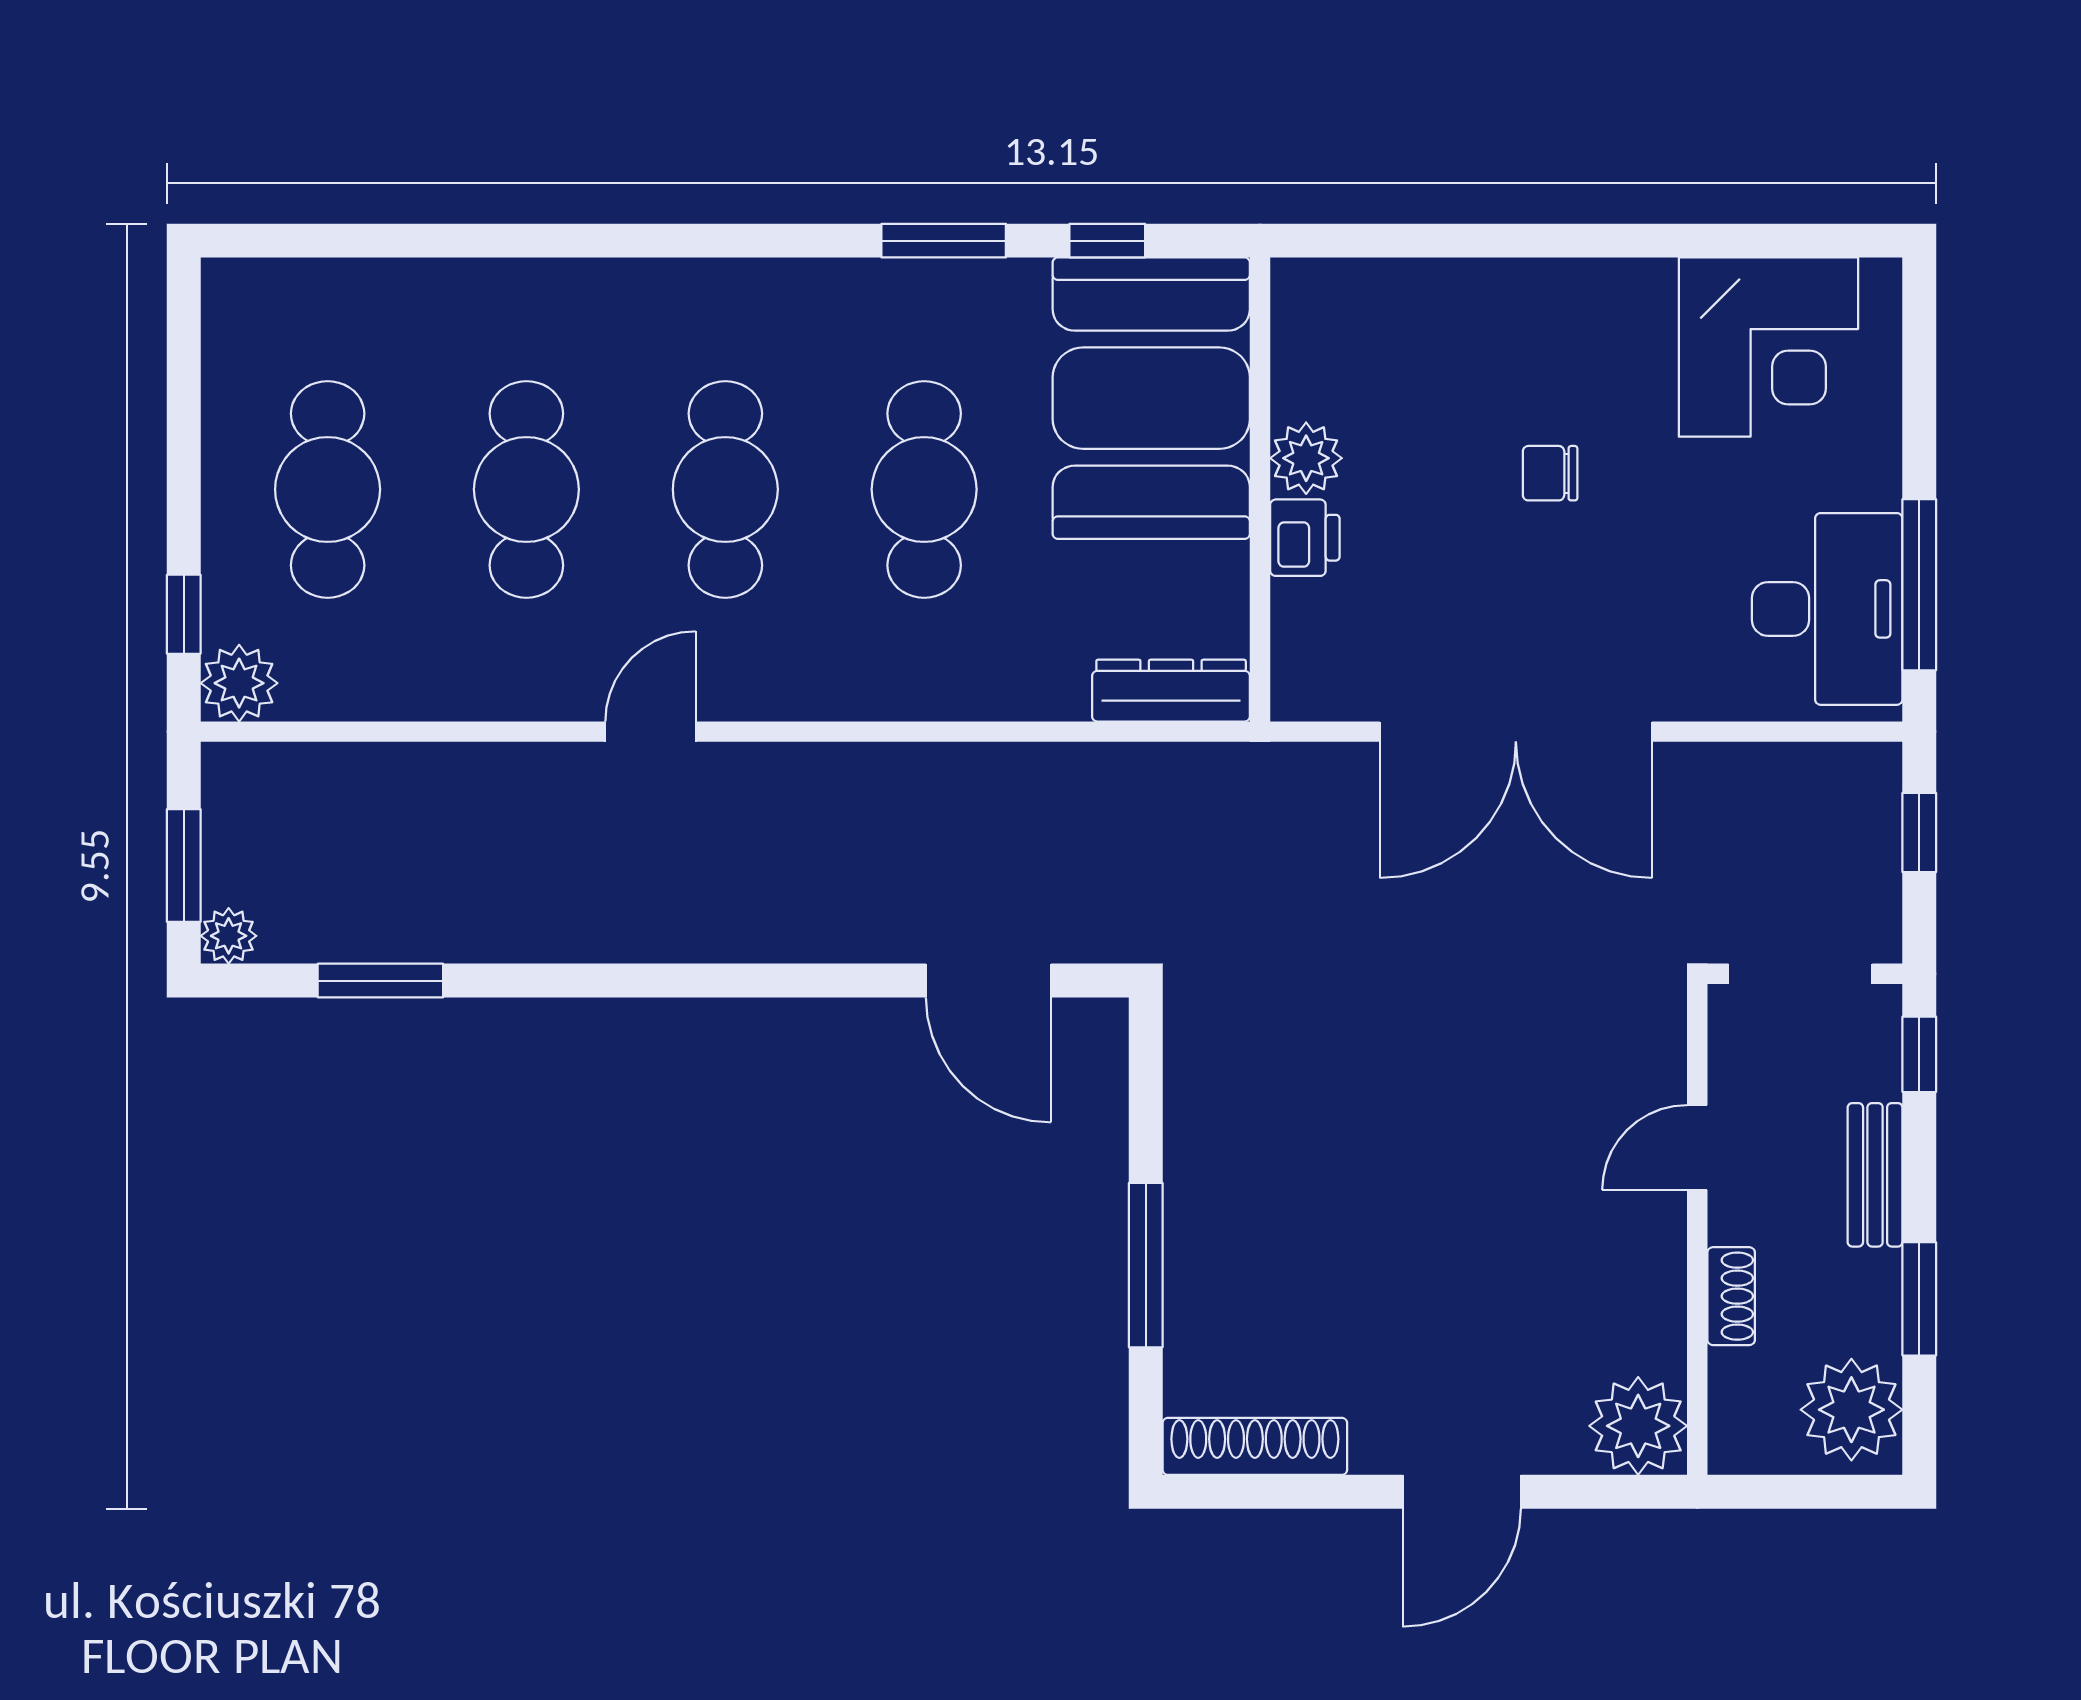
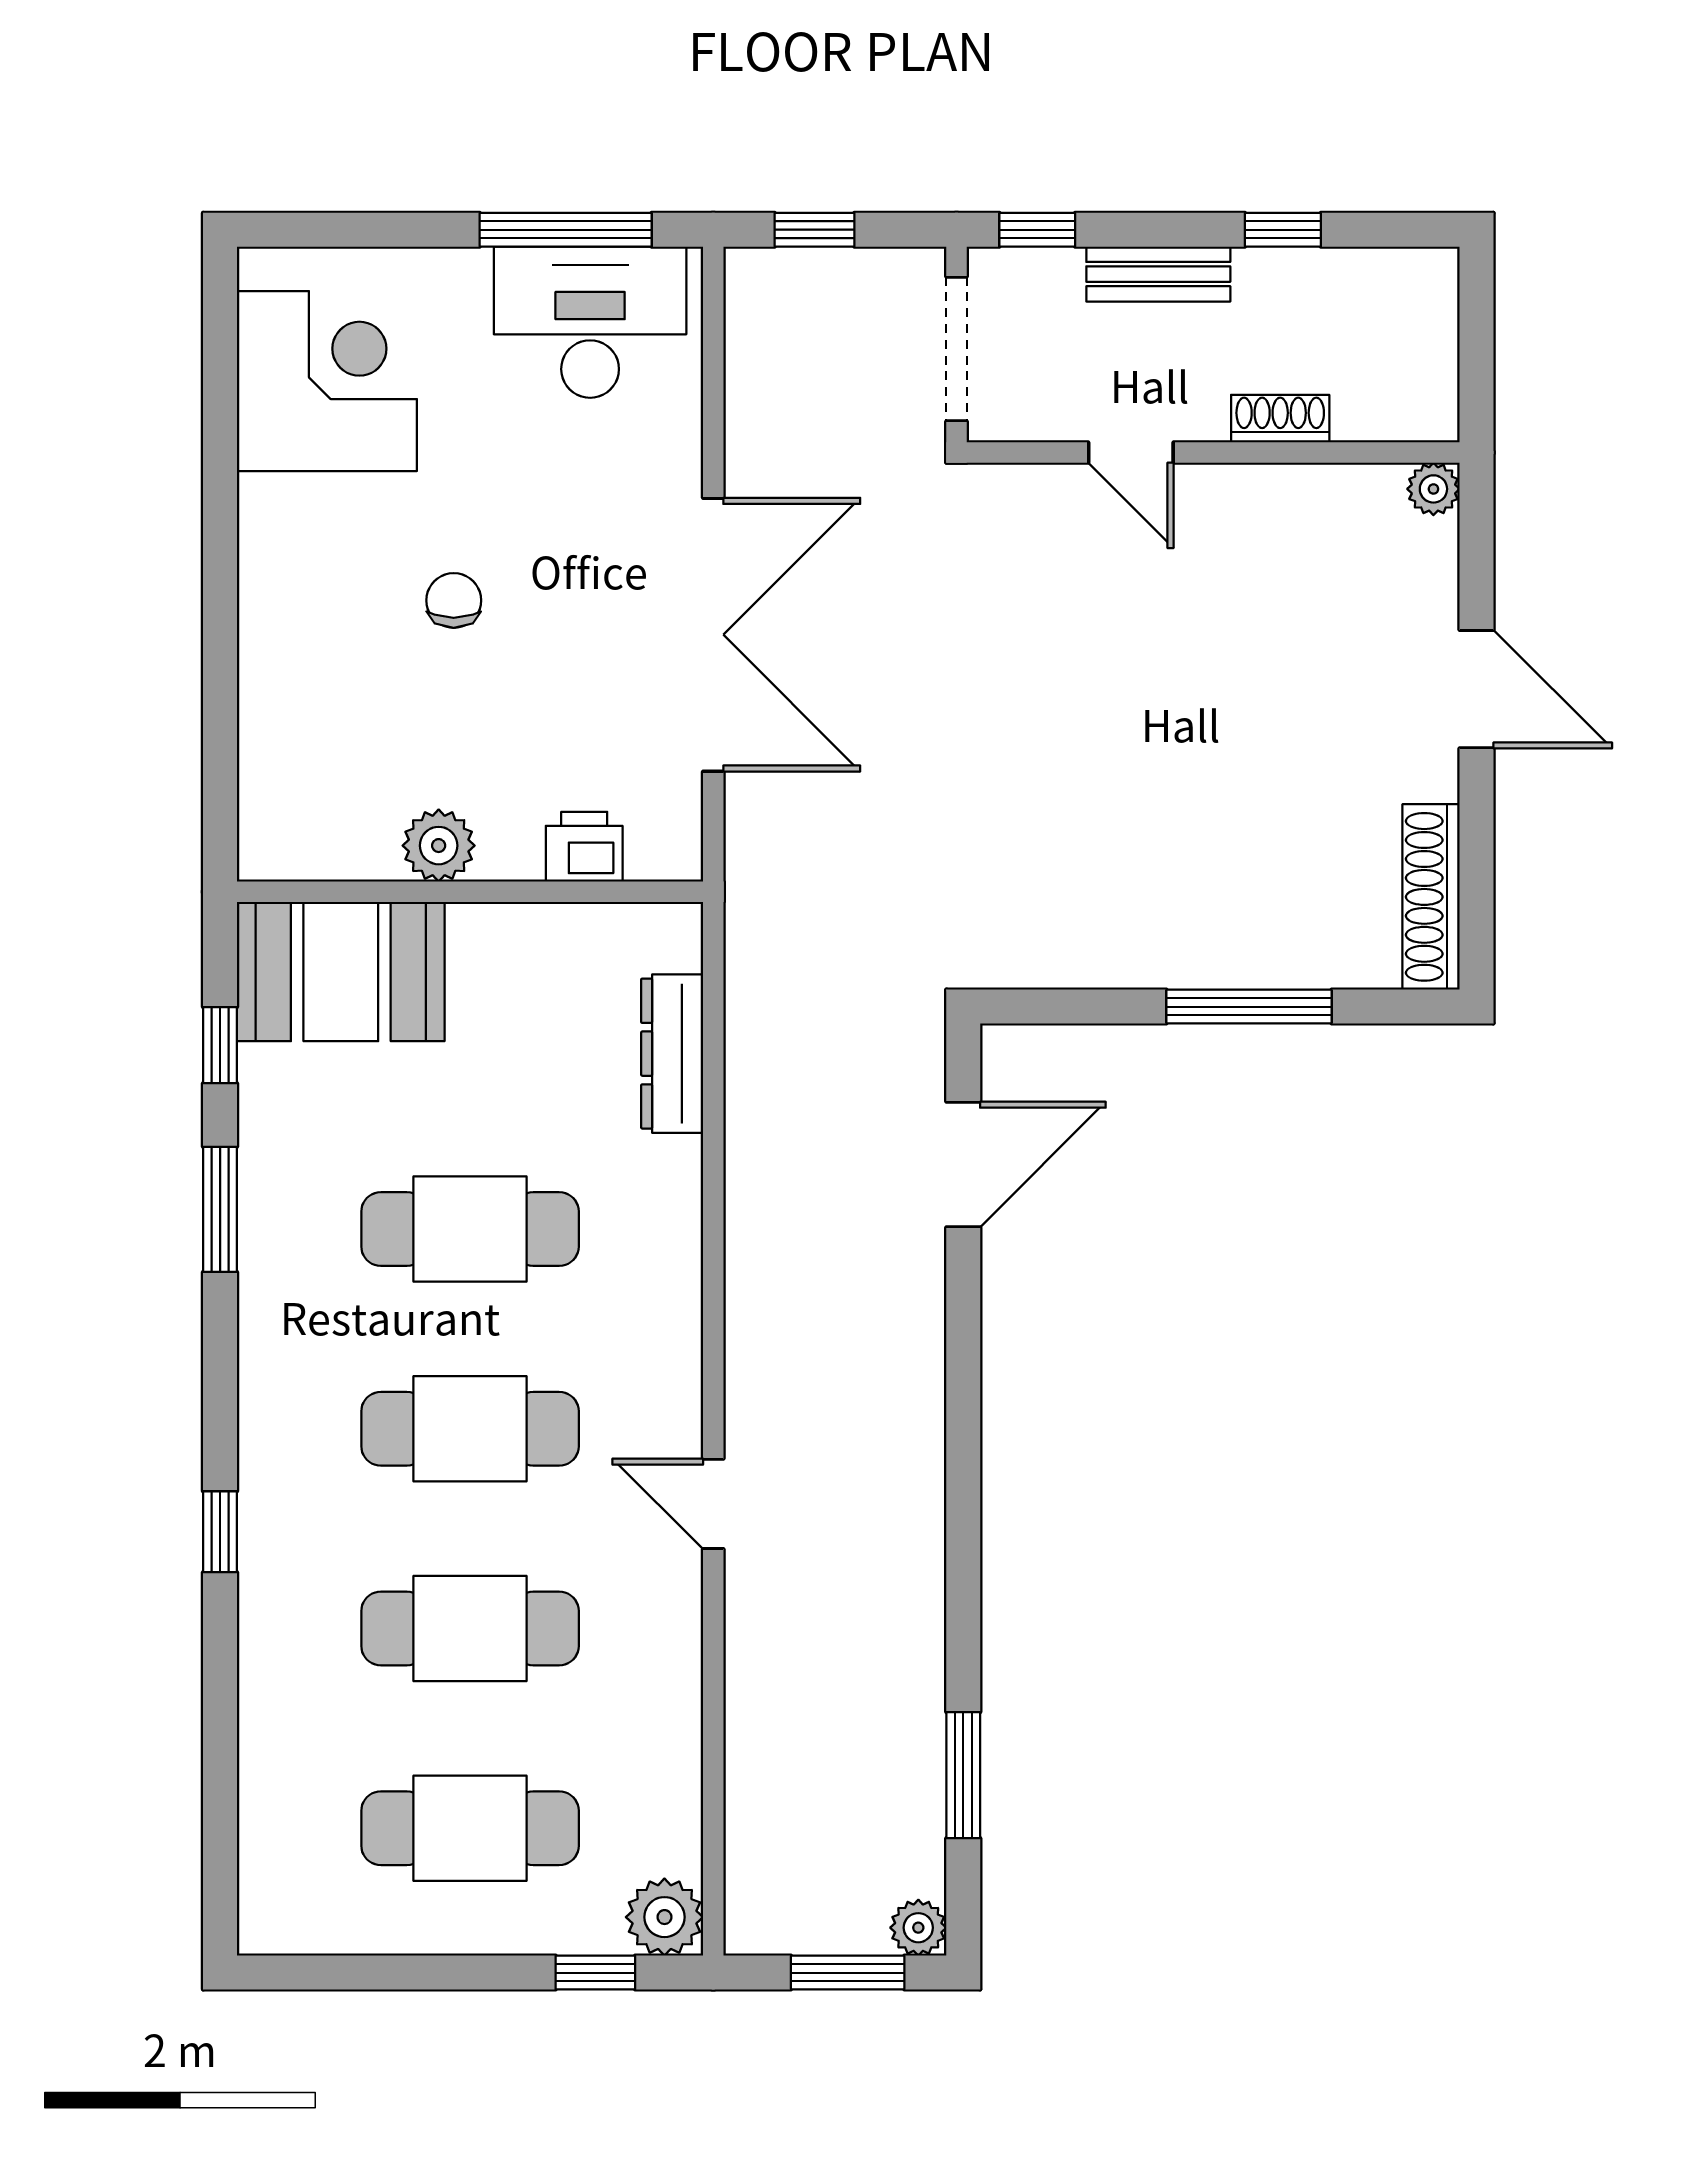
window: (623, 241) -> (220, 1532), added
booth: (1151, 398) -> (341, 972), width x0.73, depth x0.70
chair: (1550, 473) -> (454, 600), turned 180
printer: (1305, 538) -> (584, 847), moved
dresser: (1171, 691) -> (672, 1054), moved
window: (1919, 1299) -> (1283, 230), width x0.67
plant: (1851, 1410) -> (1394, 298), removed
plant: (1638, 1426) -> (1433, 489), width x0.53, depth x0.53

